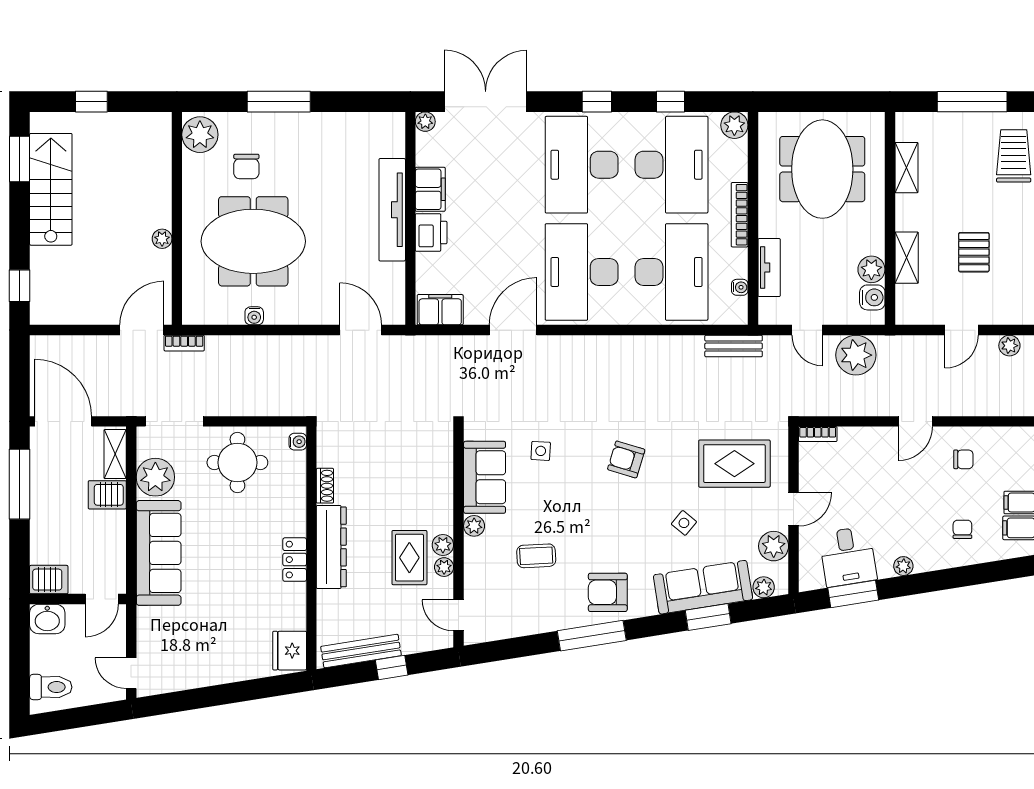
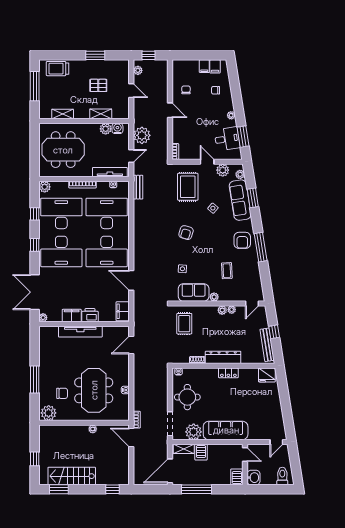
tv unit: (769, 268) -> (110, 172), width x1.41
rug: (409, 558) -> (184, 324), moved, turned 90

